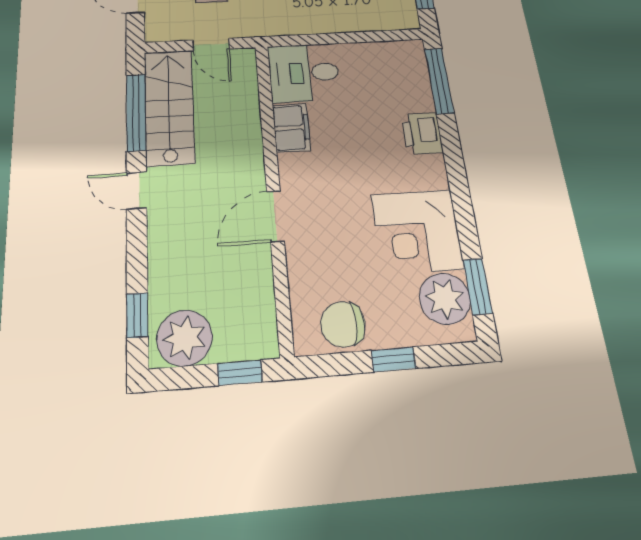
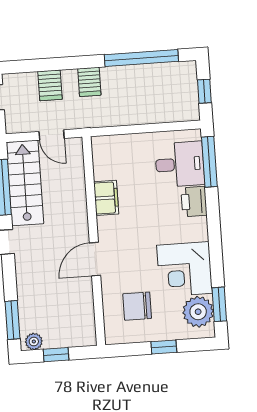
desk: (304, 73) -> (180, 164), moved, turned 180
window: (137, 315) -> (12, 320), width x1.50
chair: (343, 324) -> (137, 306), moved
plant: (185, 338) -> (34, 341), width x0.53, depth x0.53
window: (240, 373) -> (56, 355), moved

